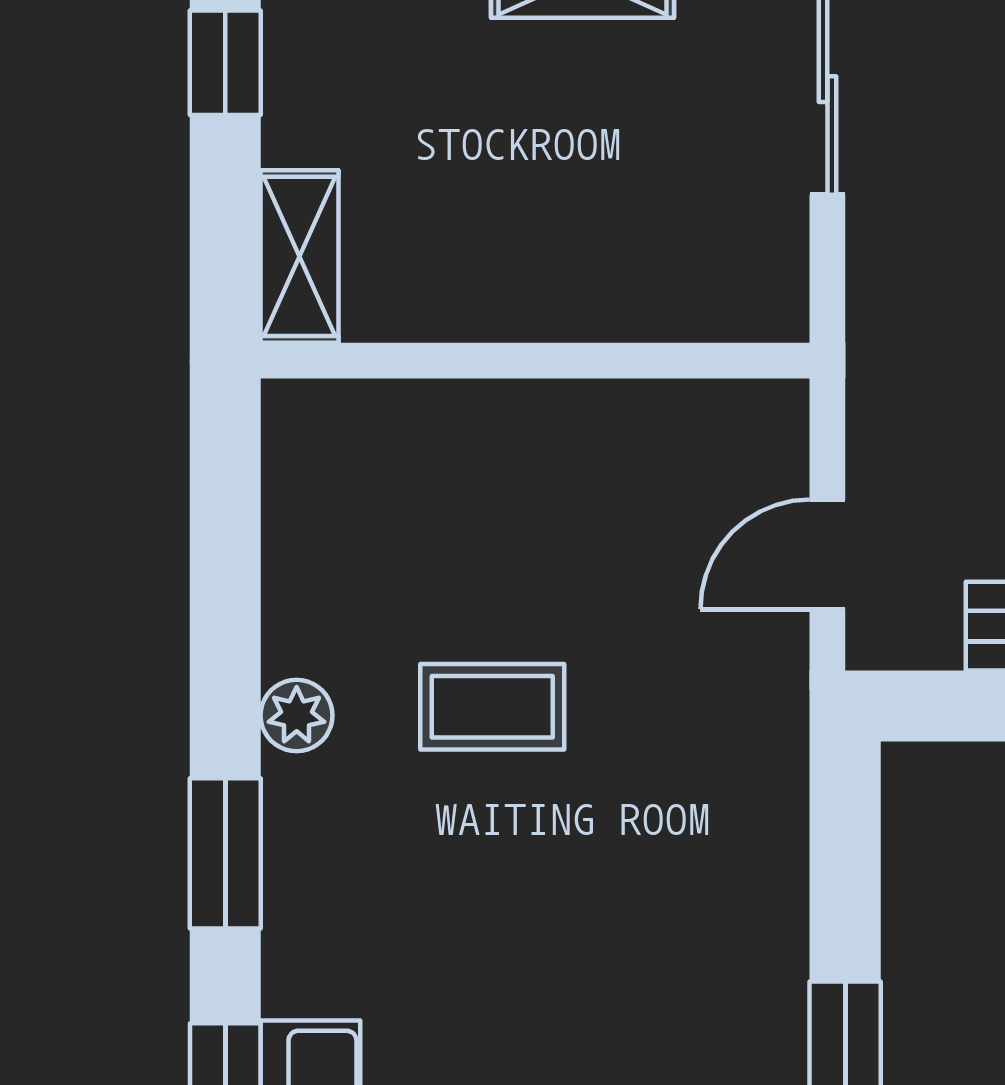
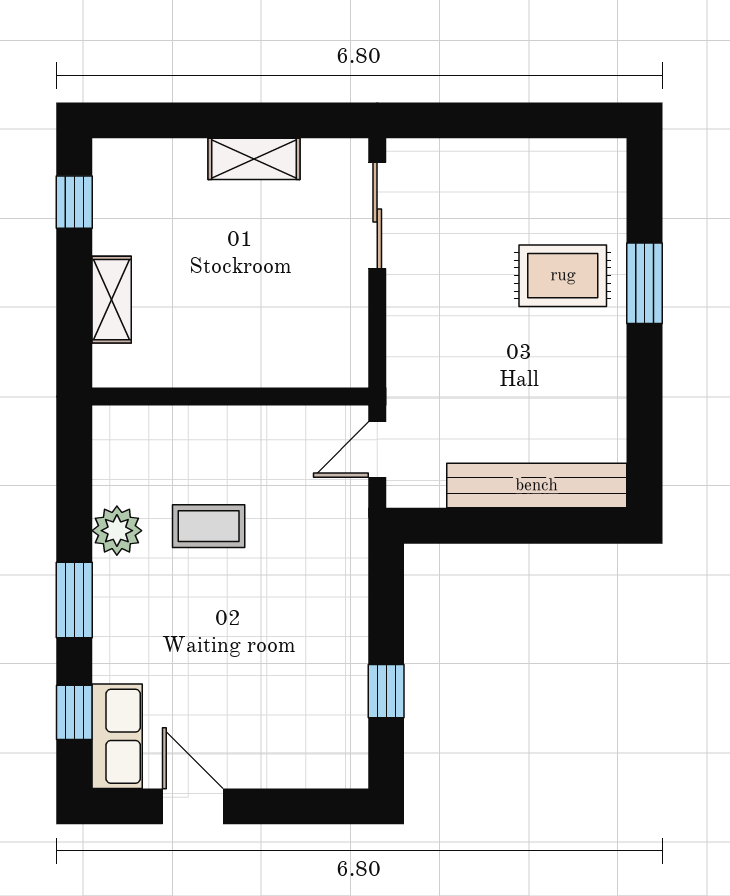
wall: (535, 361) -> (230, 397), moved
plant: (297, 715) -> (117, 531), width x1.38, depth x1.38

